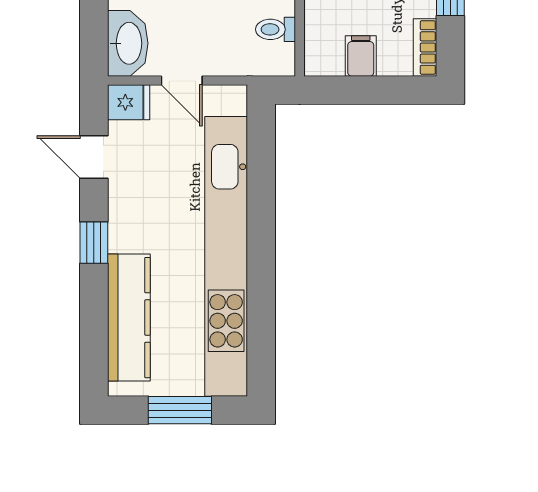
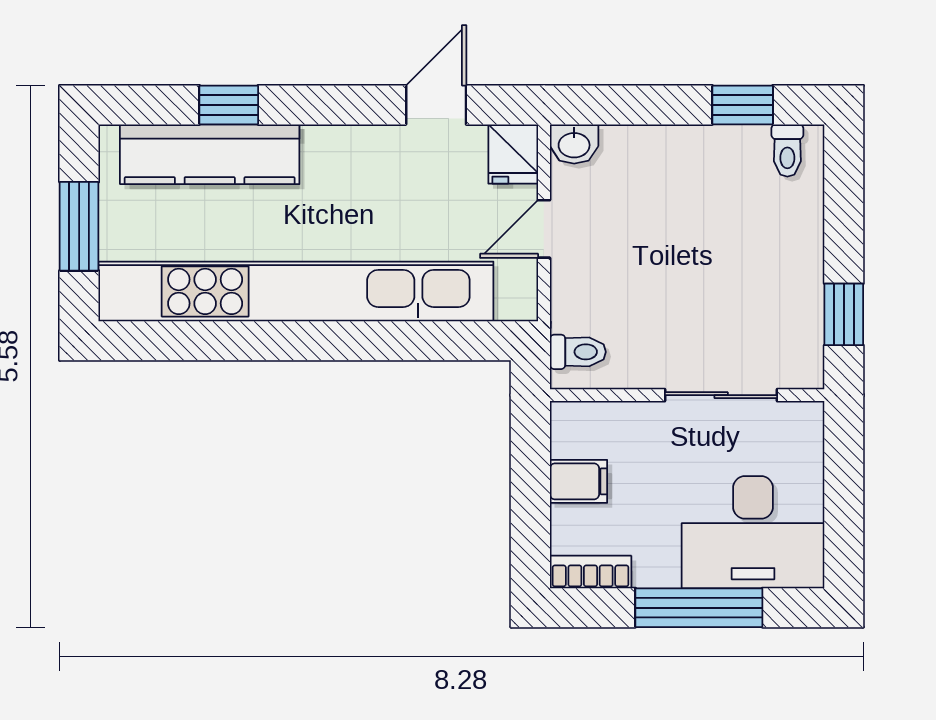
toilet: (276, 29) -> (578, 352), moved, turned 90
washbasin: (128, 43) -> (574, 144), width x0.52, depth x0.69
window: (94, 243) -> (229, 105), moved

